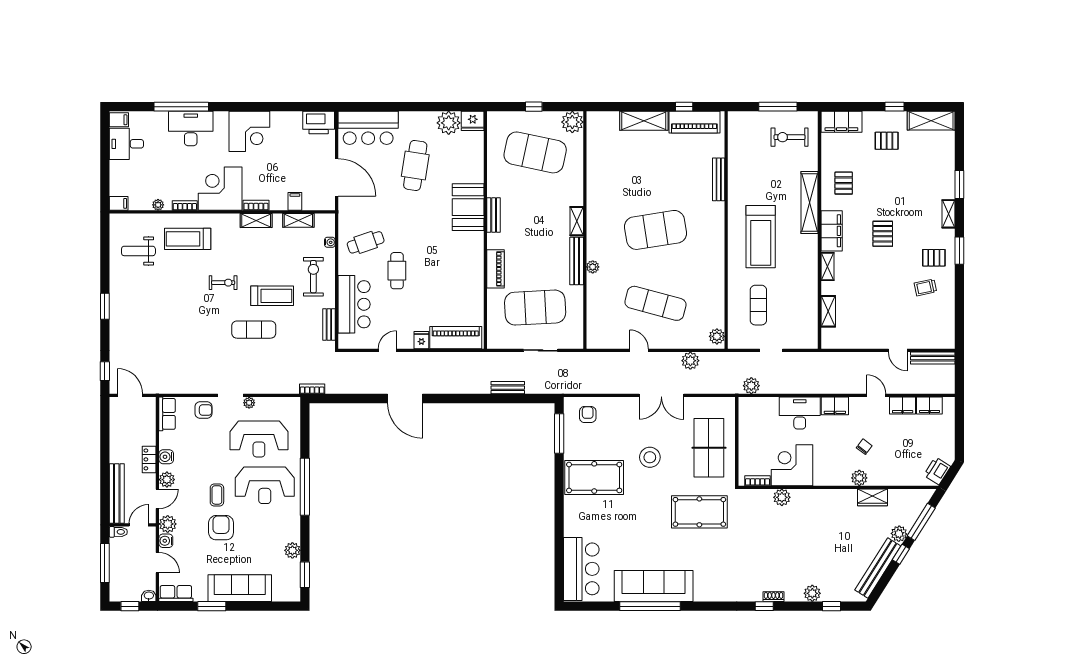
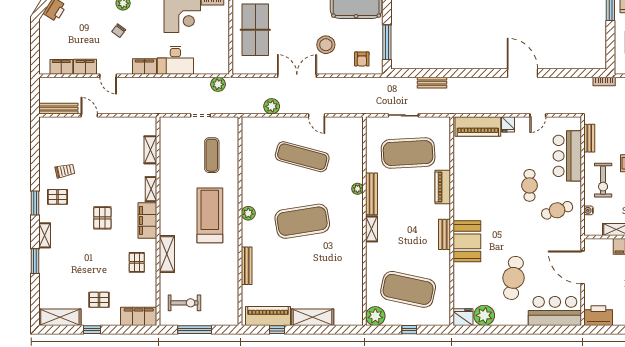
shelving: (810, 203) -> (167, 254), width x0.68
plant: (717, 336) -> (248, 213), moved
stool: (650, 457) -> (326, 45), moved

